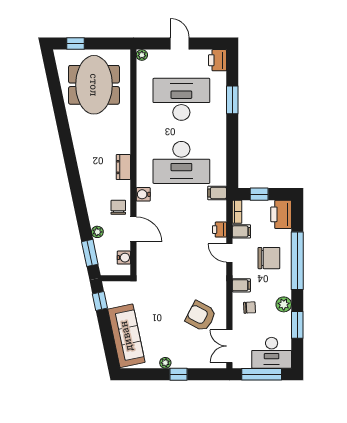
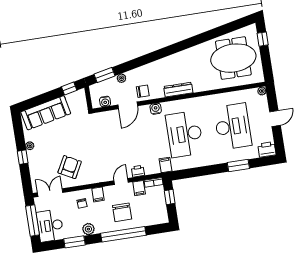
dresser: (123, 167) -> (178, 90), width x1.44
printer: (281, 214) -> (157, 216), removed

